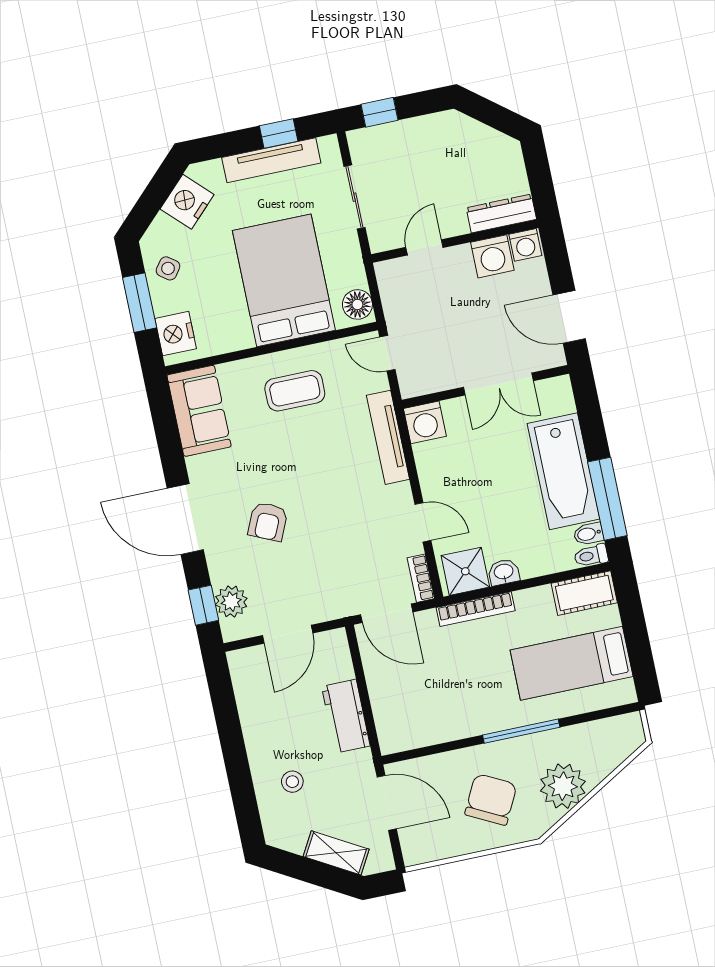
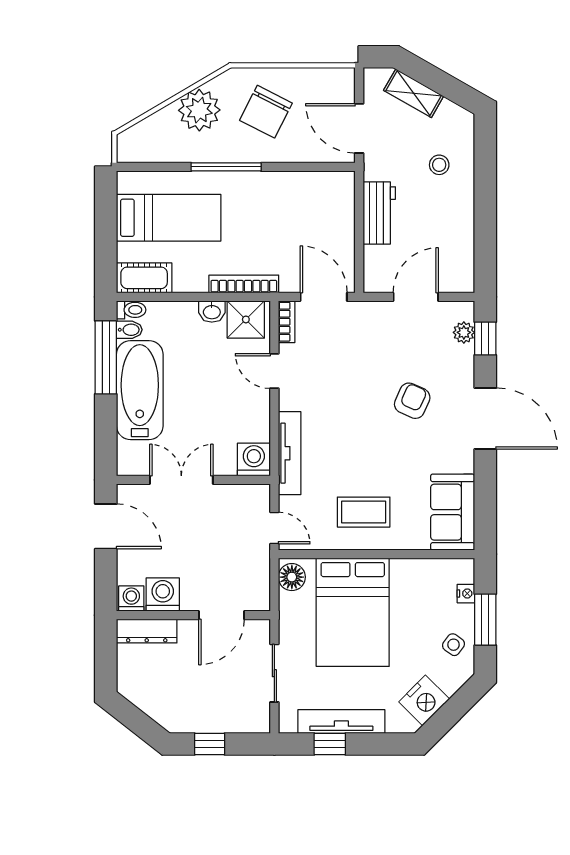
window: (380, 112) -> (210, 744), moved
door: (424, 247) -> (221, 615), width x1.37
nightstand: (176, 334) -> (466, 594), width x0.53, depth x0.56
plant: (231, 601) -> (464, 332), width x0.73, depth x0.73

